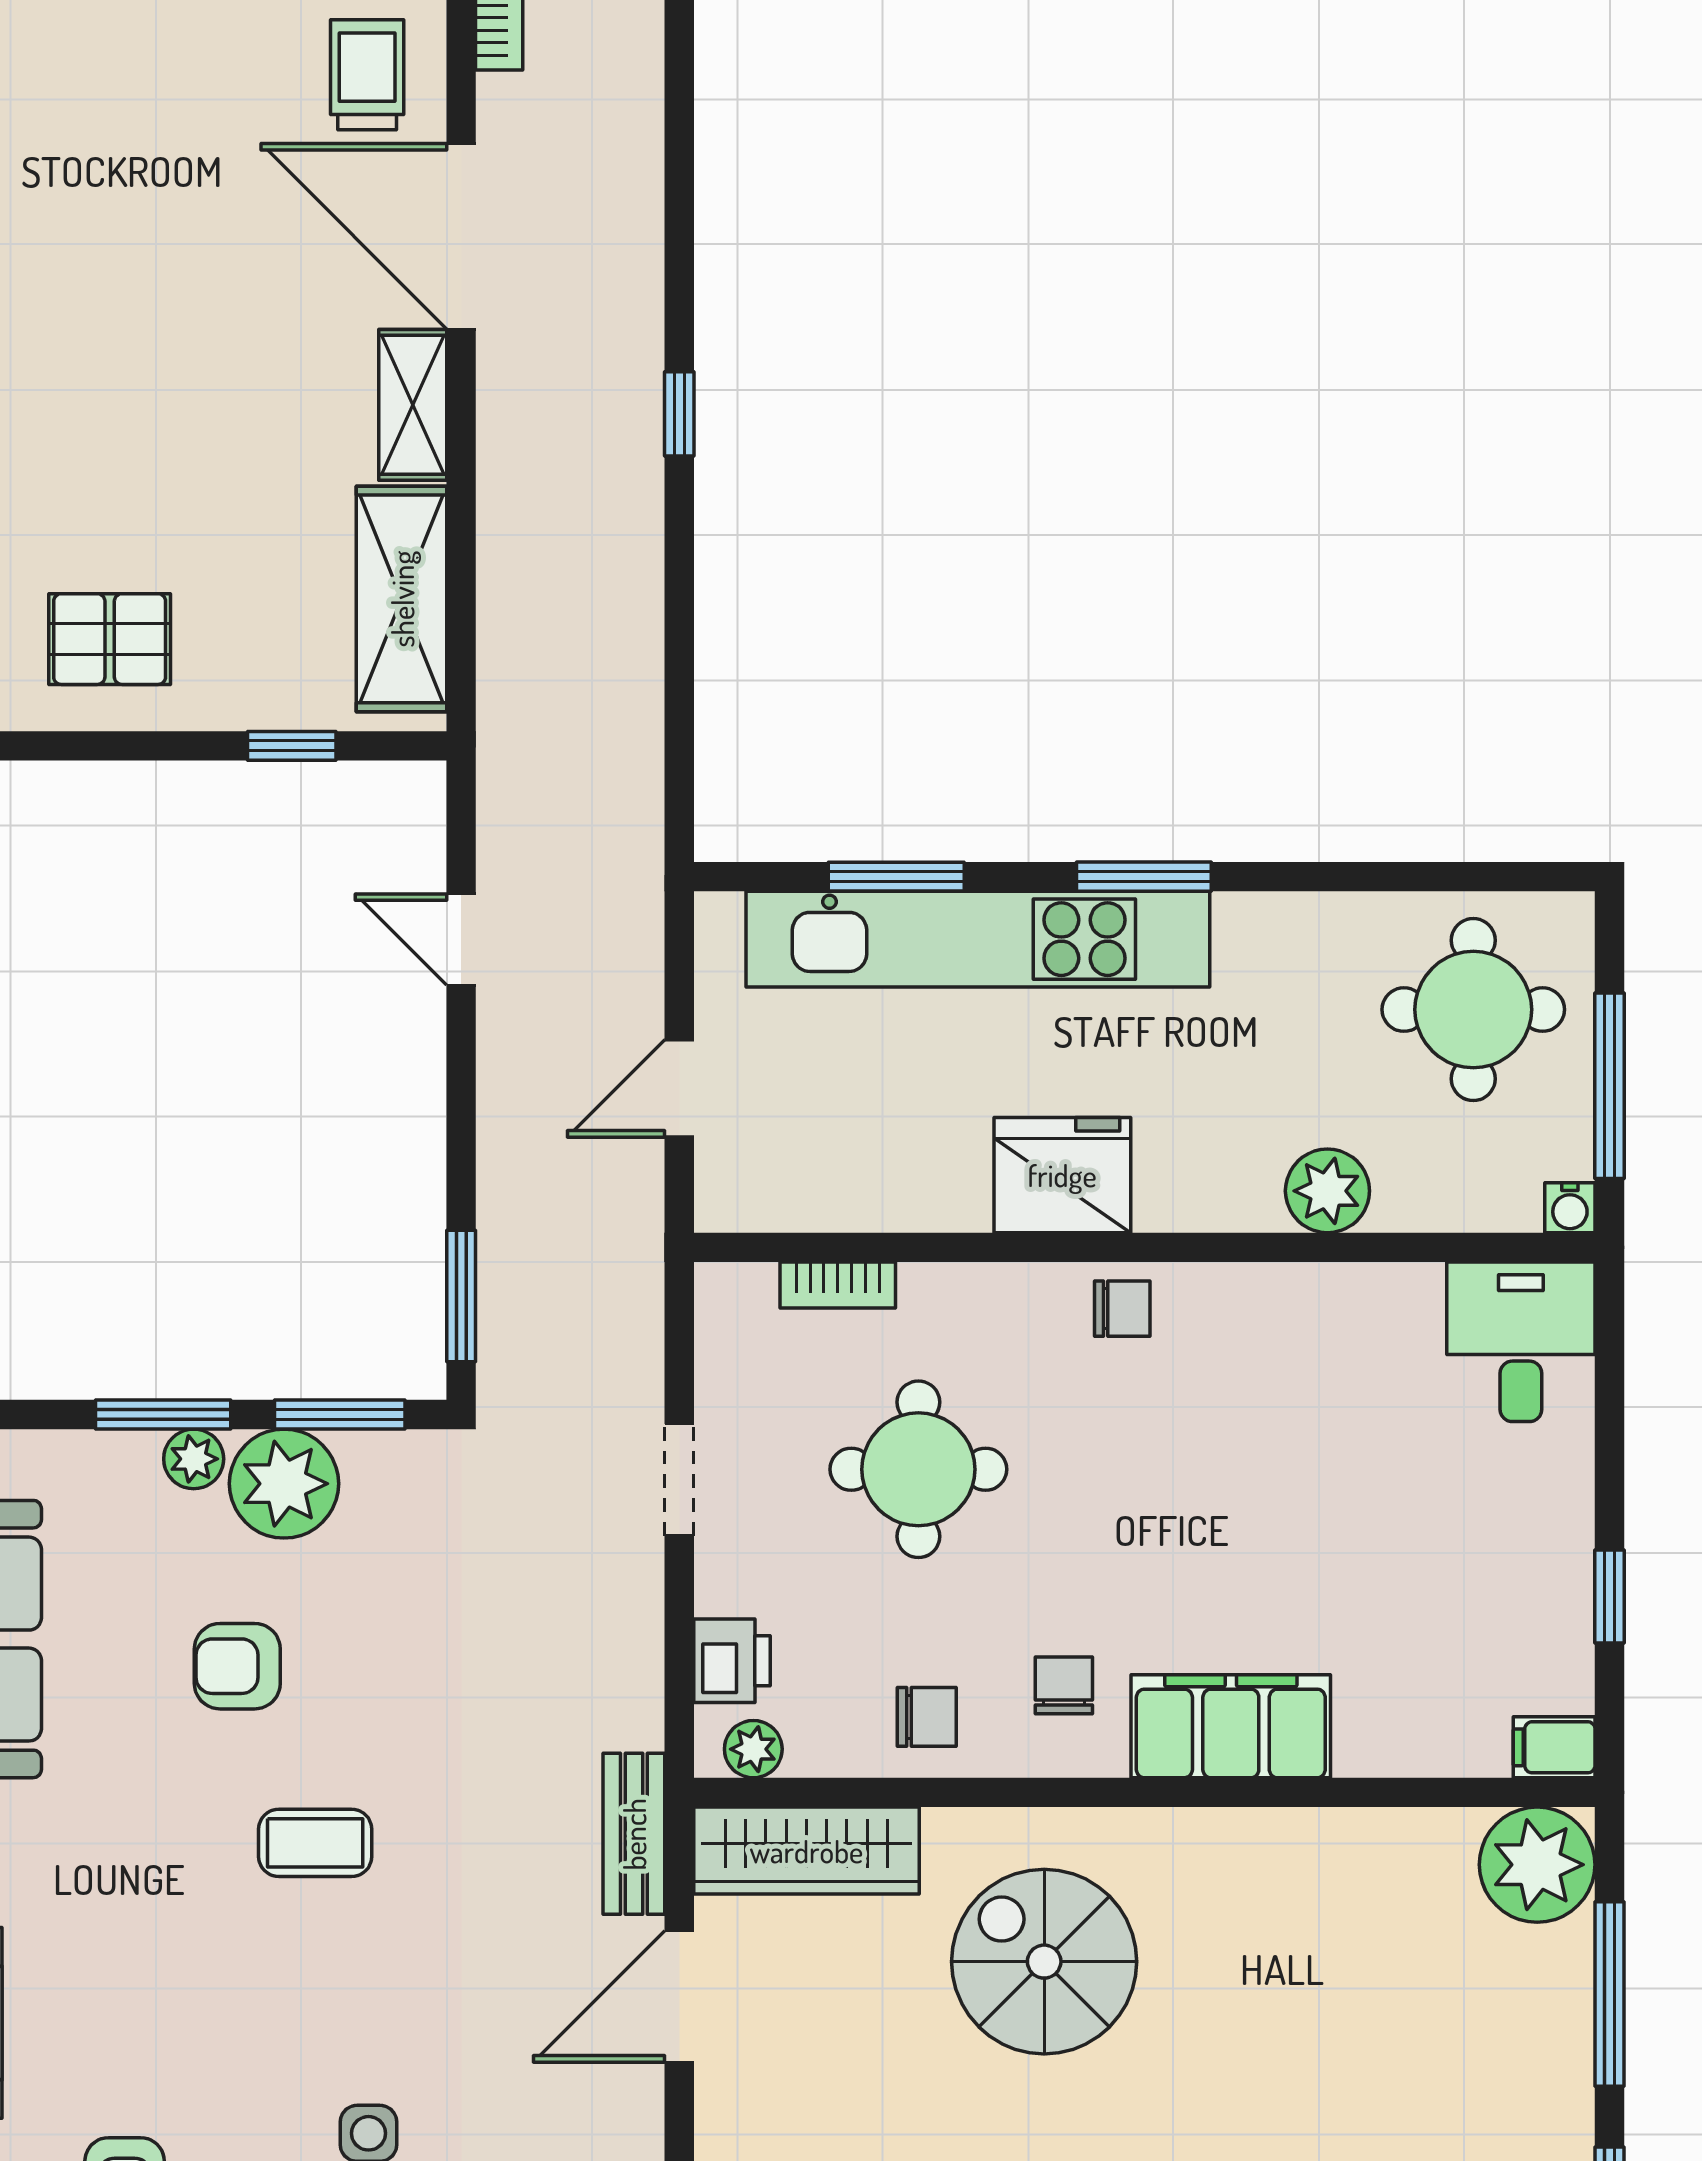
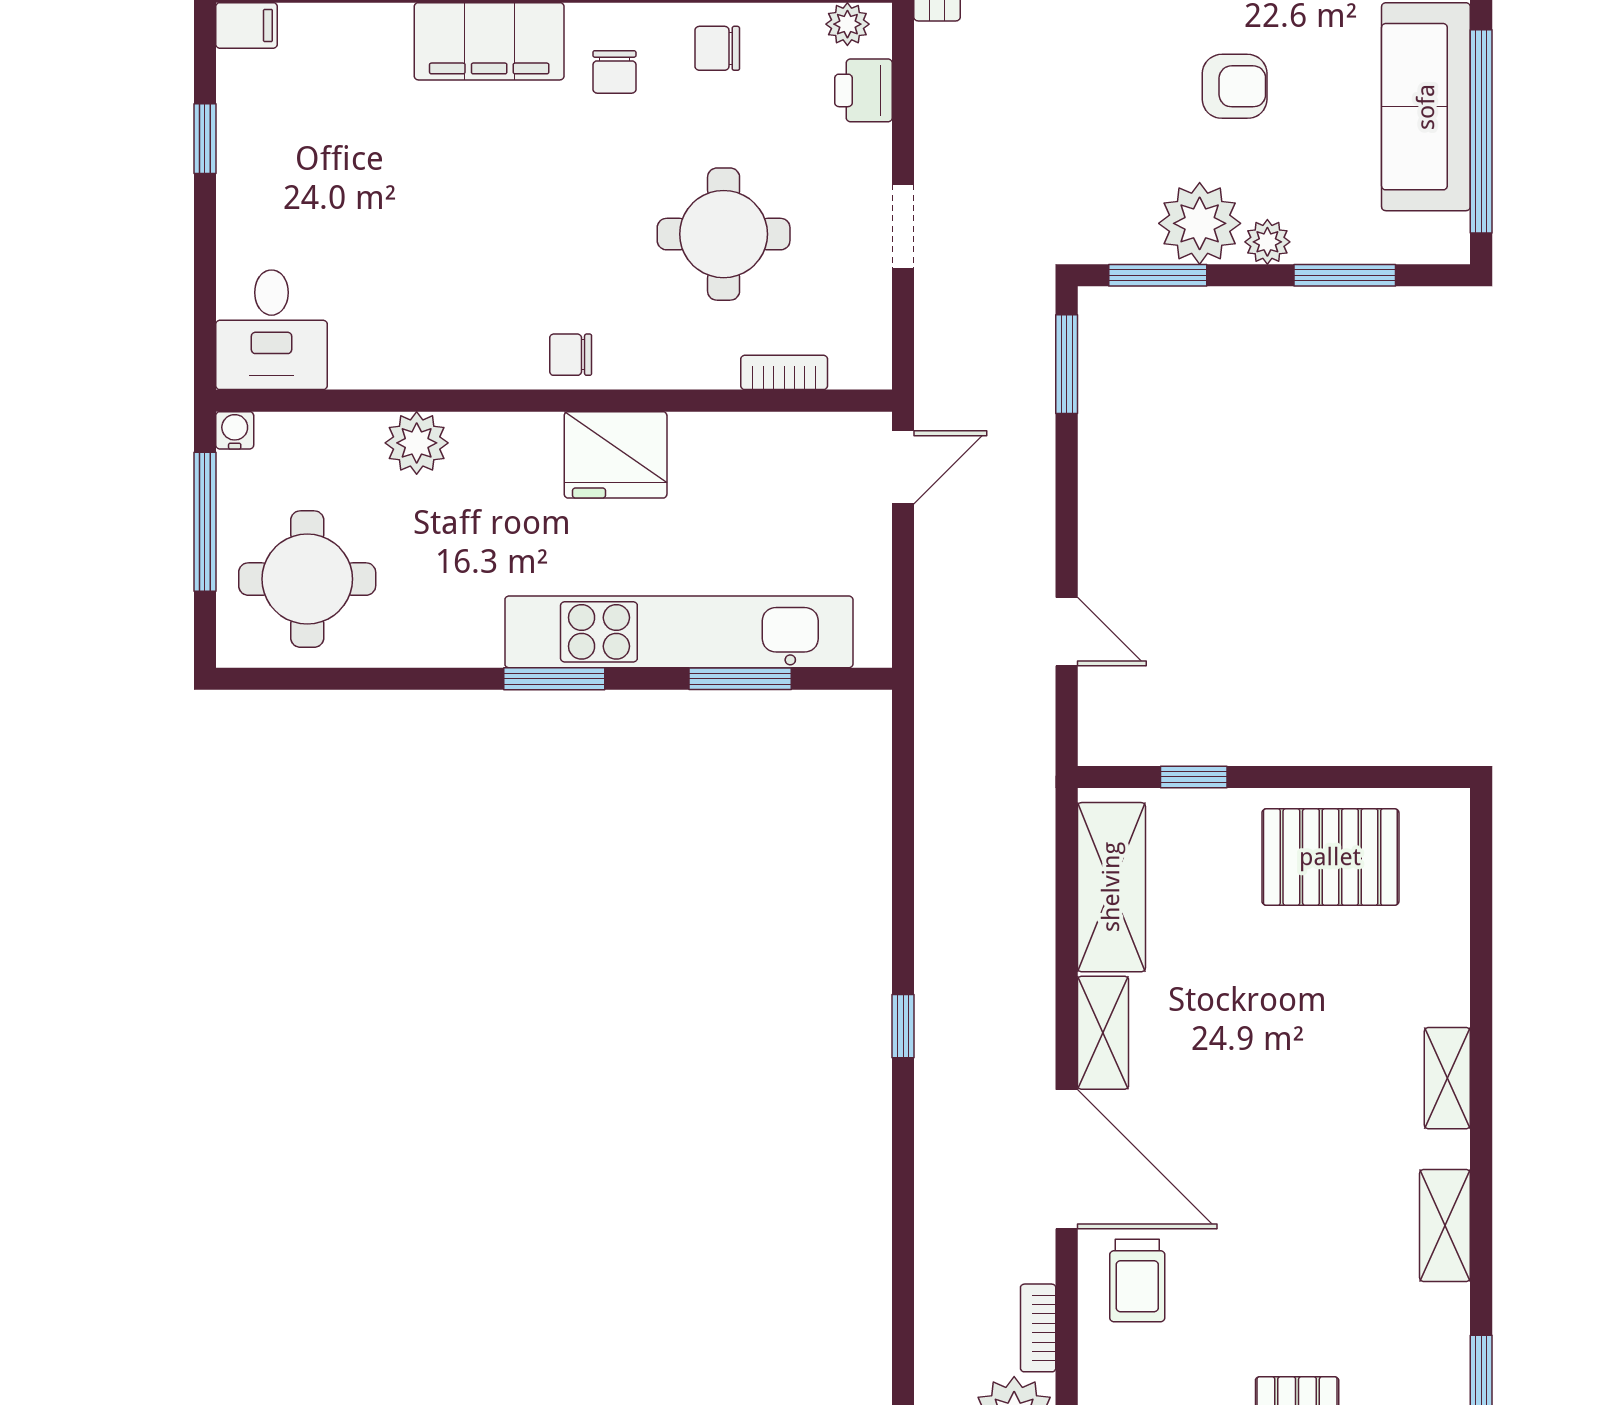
pallet: (110, 639) -> (1330, 857), width x1.50, depth x1.42
door: (679, 1089) -> (903, 467), moved
window: (163, 1414) -> (1345, 275), moved

